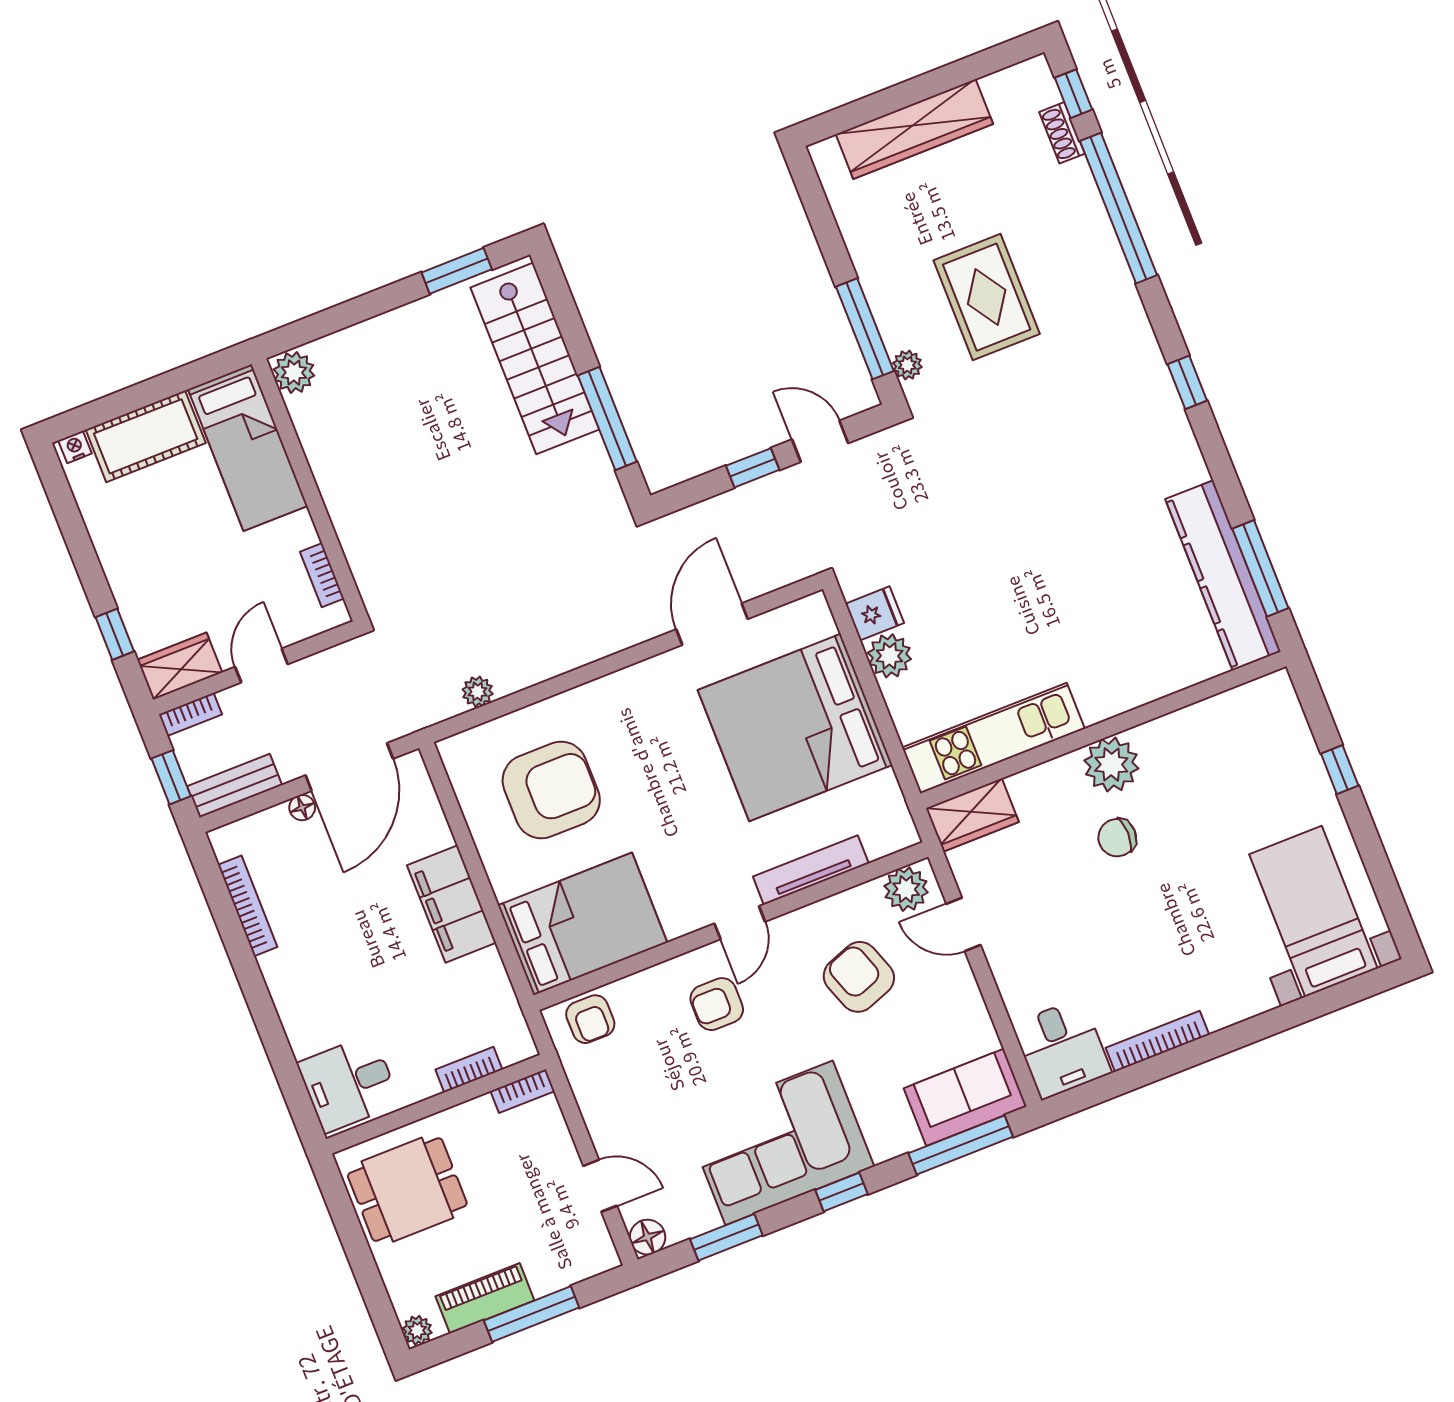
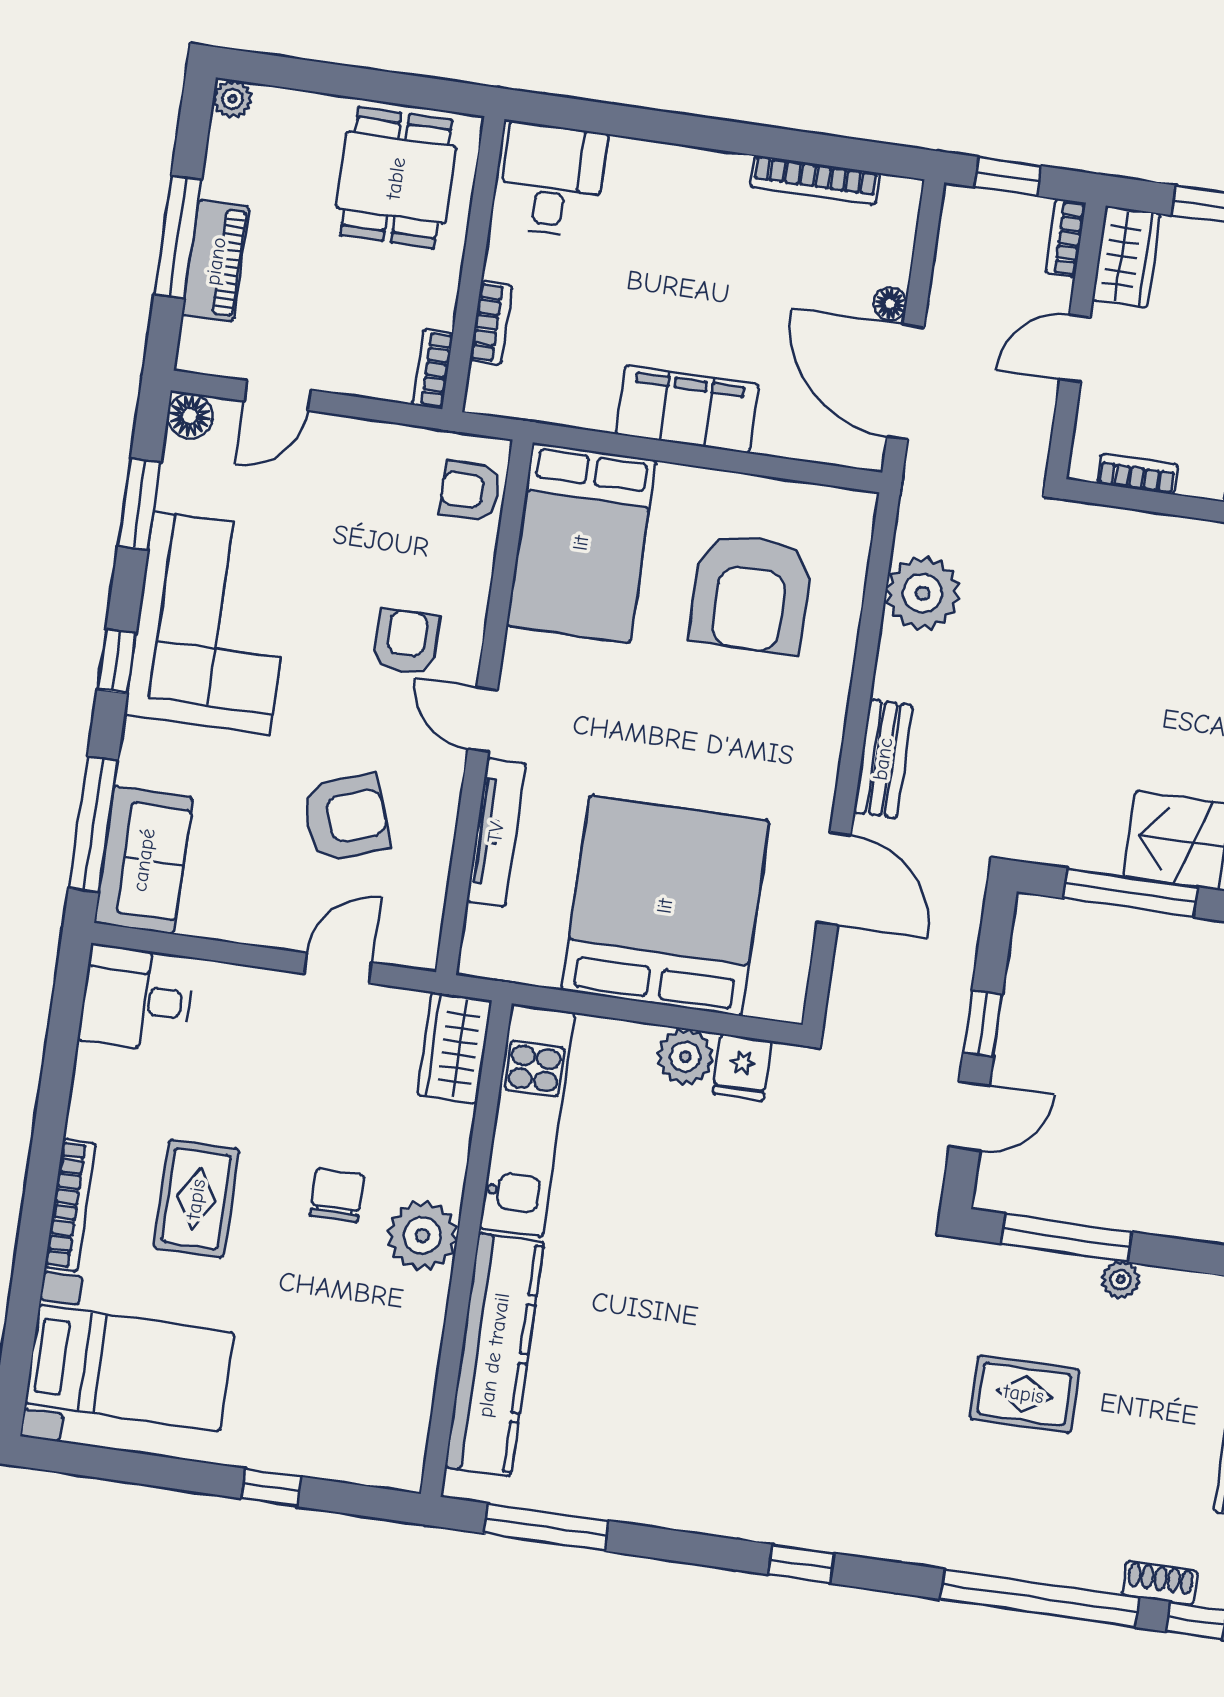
rug: (987, 297) -> (1024, 1394), width x0.73, depth x0.70
plant: (907, 365) -> (1121, 1280), moved
kitchen counter: (1223, 575) -> (494, 1355), moved, turned 90
door: (261, 665) -> (1075, 349), swing flipped
plant: (478, 692) -> (923, 593), width x1.88, depth x1.88
bench: (235, 786) -> (883, 759), moved
plant: (906, 889) -> (414, 927), removed
rug: (1174, 931) -> (196, 1199), added
bookcase: (1157, 1041) -> (70, 1205), moved
piano: (485, 1298) -> (216, 261), moved

